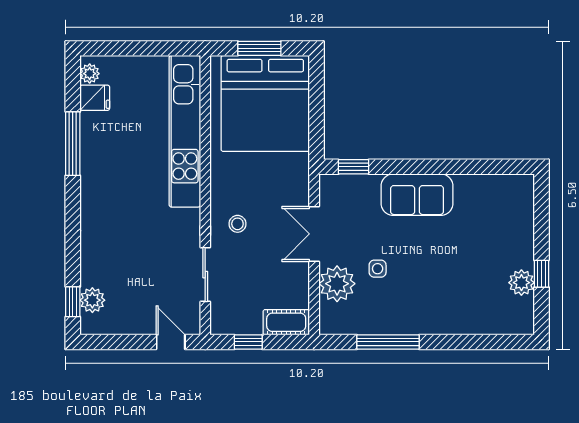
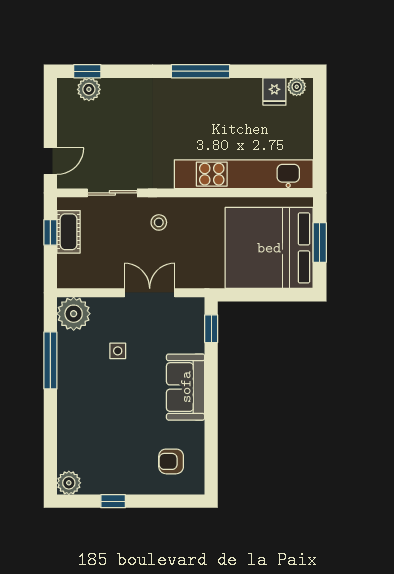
window: (73, 144) -> (200, 71), moved
armchair: (498, 210) -> (171, 461), added
plant: (521, 283) -> (69, 483), moved
plant: (337, 284) -> (74, 314), moved
cot: (286, 322) -> (69, 232), moved

